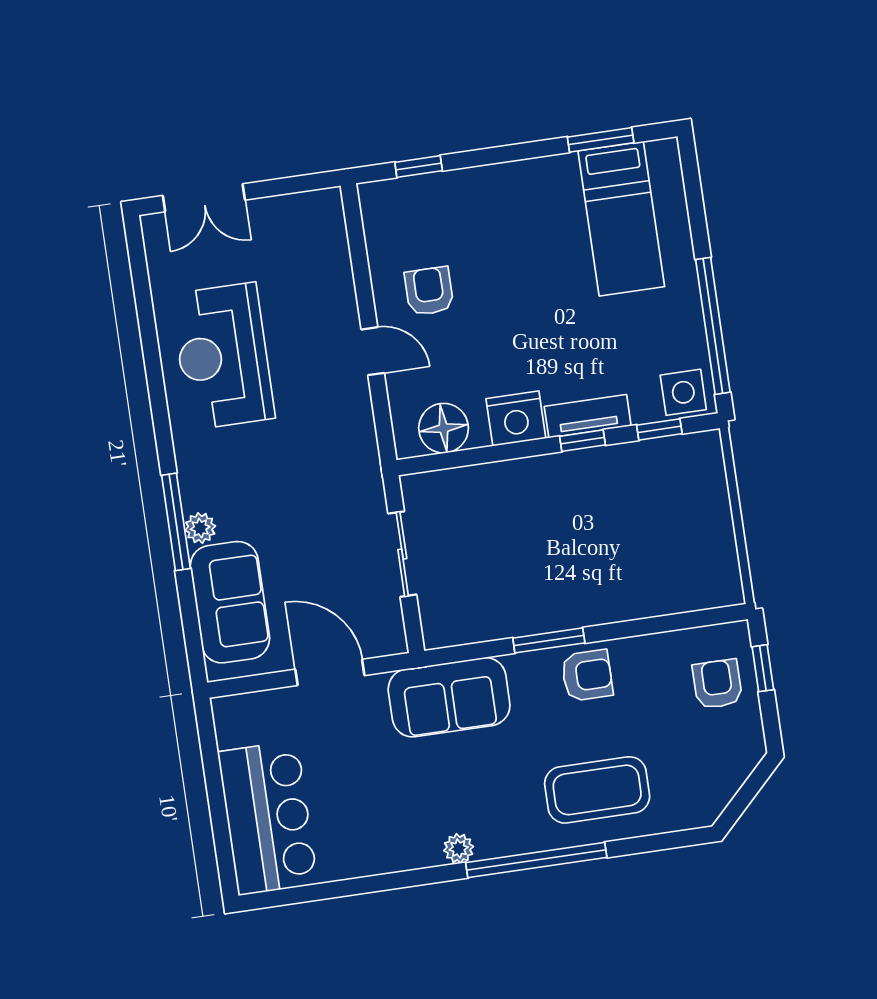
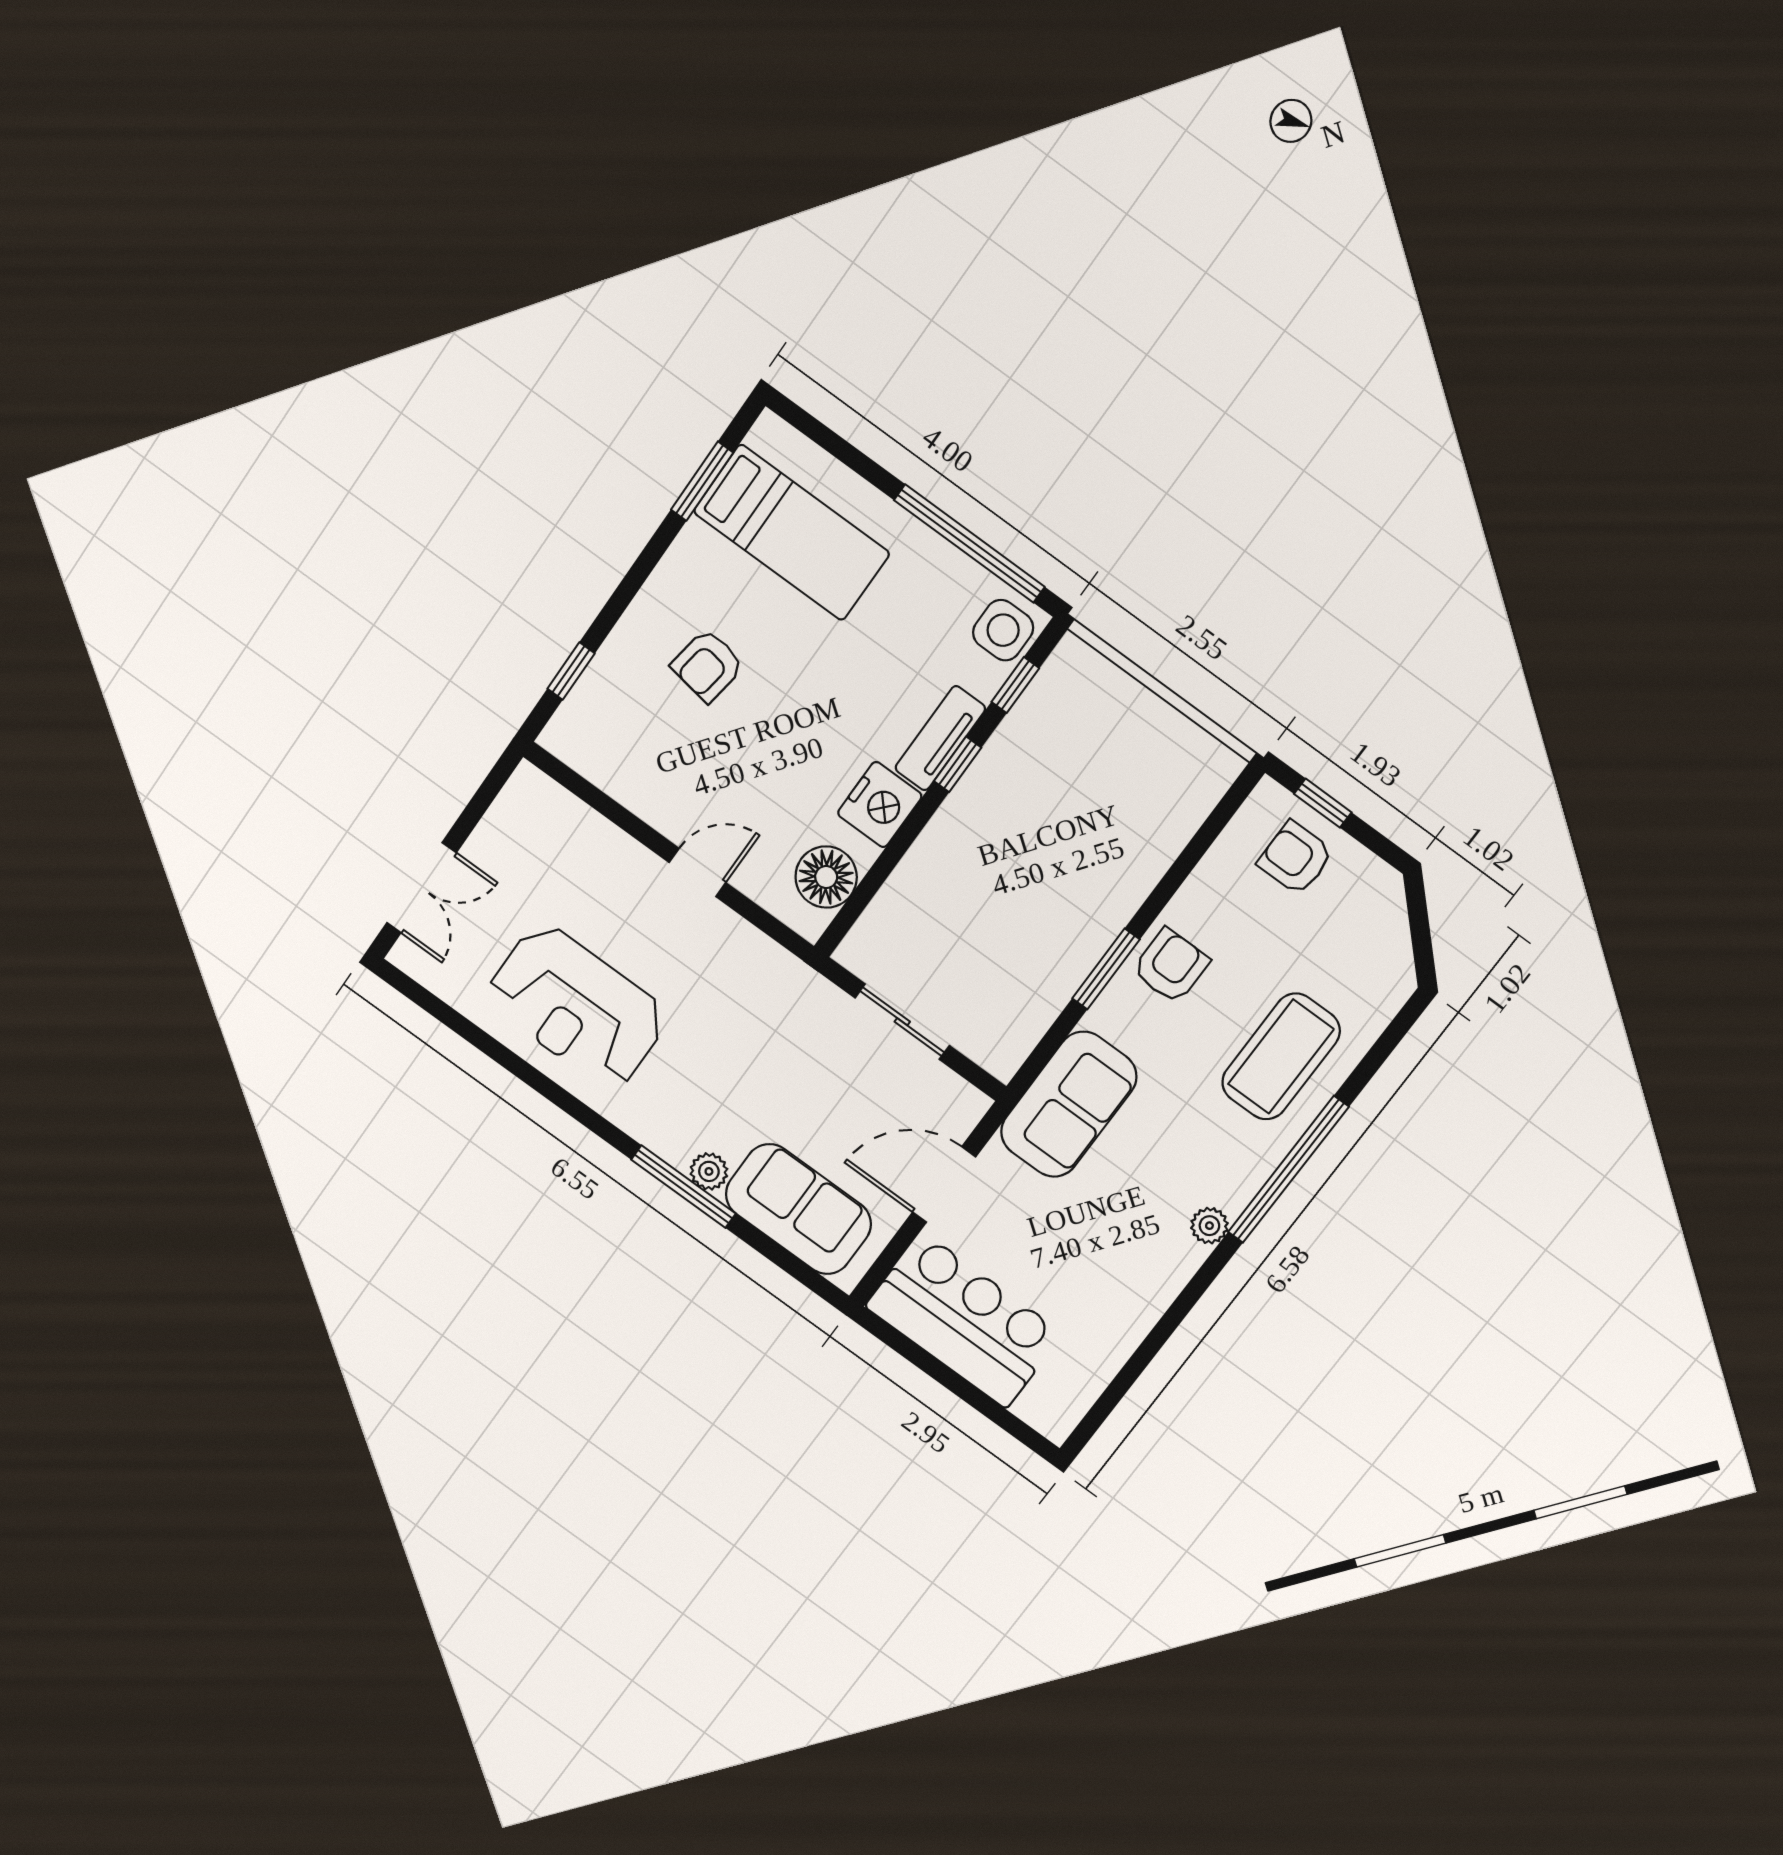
armchair: (429, 291) -> (708, 666), moved, turned -81
bar counter: (268, 818) -> (964, 1320), moved

